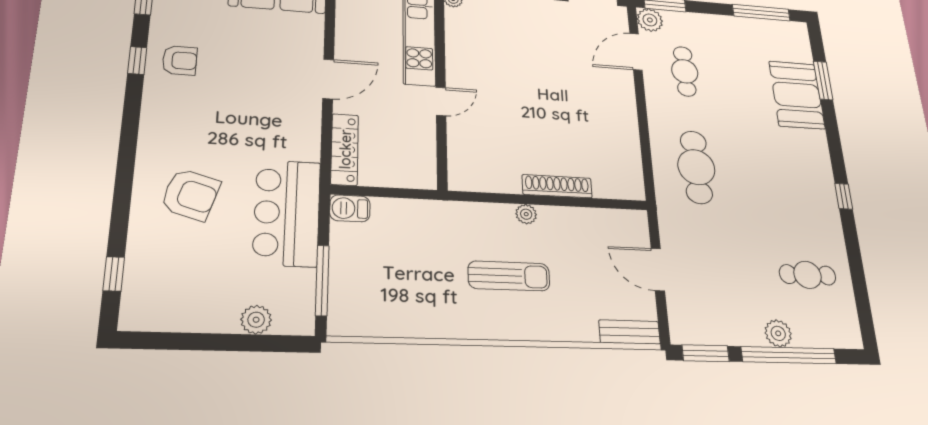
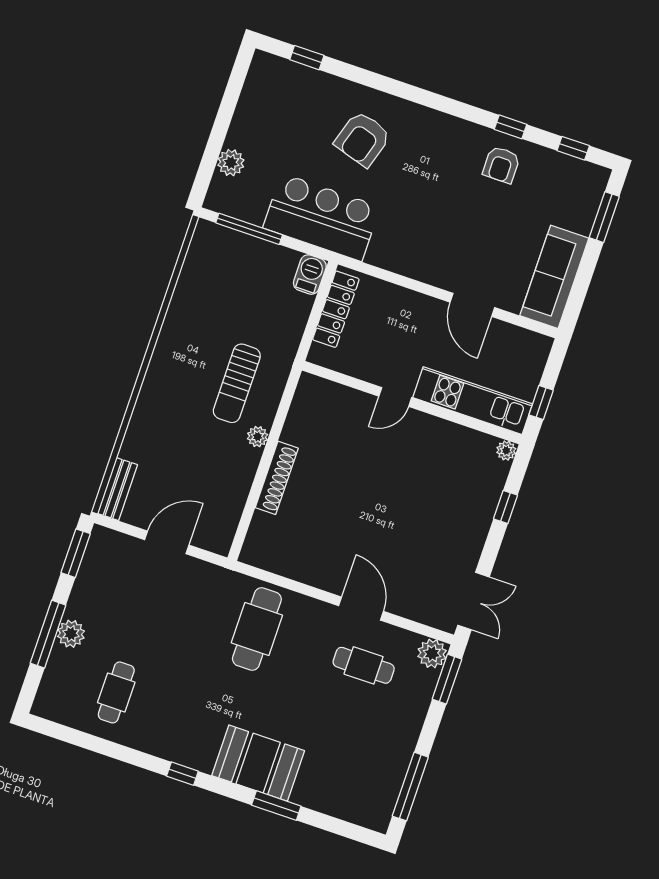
door: (636, 52) -> (361, 609), moved
door: (328, 79) -> (472, 305), moved
window: (823, 81) -> (276, 806), moved
booth: (797, 95) -> (258, 763), moved
door: (441, 101) -> (395, 397), hinge flipped
locker: (345, 149) -> (336, 309), moved, turned -90
cafe table: (696, 167) -> (257, 629), turned 90
sun lounger: (509, 276) -> (237, 383), moved
window: (789, 355) -> (48, 634), width x0.68

